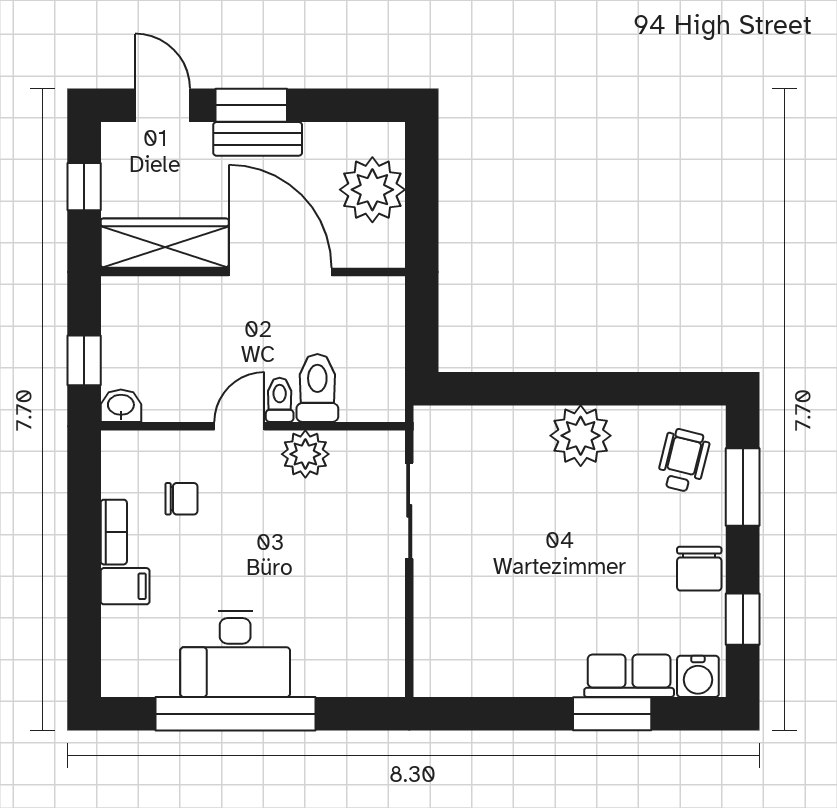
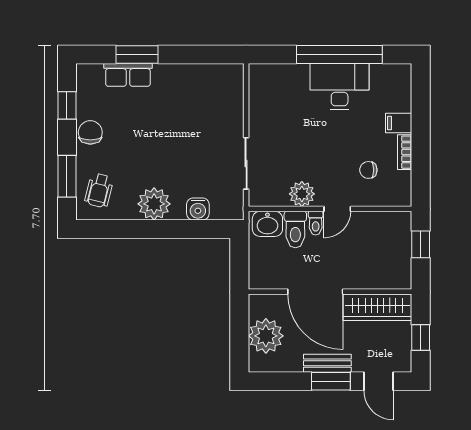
washbasin: (121, 406) -> (267, 224), moved, width x1.38, depth x1.45
water cooler: (698, 676) -> (198, 209), moved, turned 180

